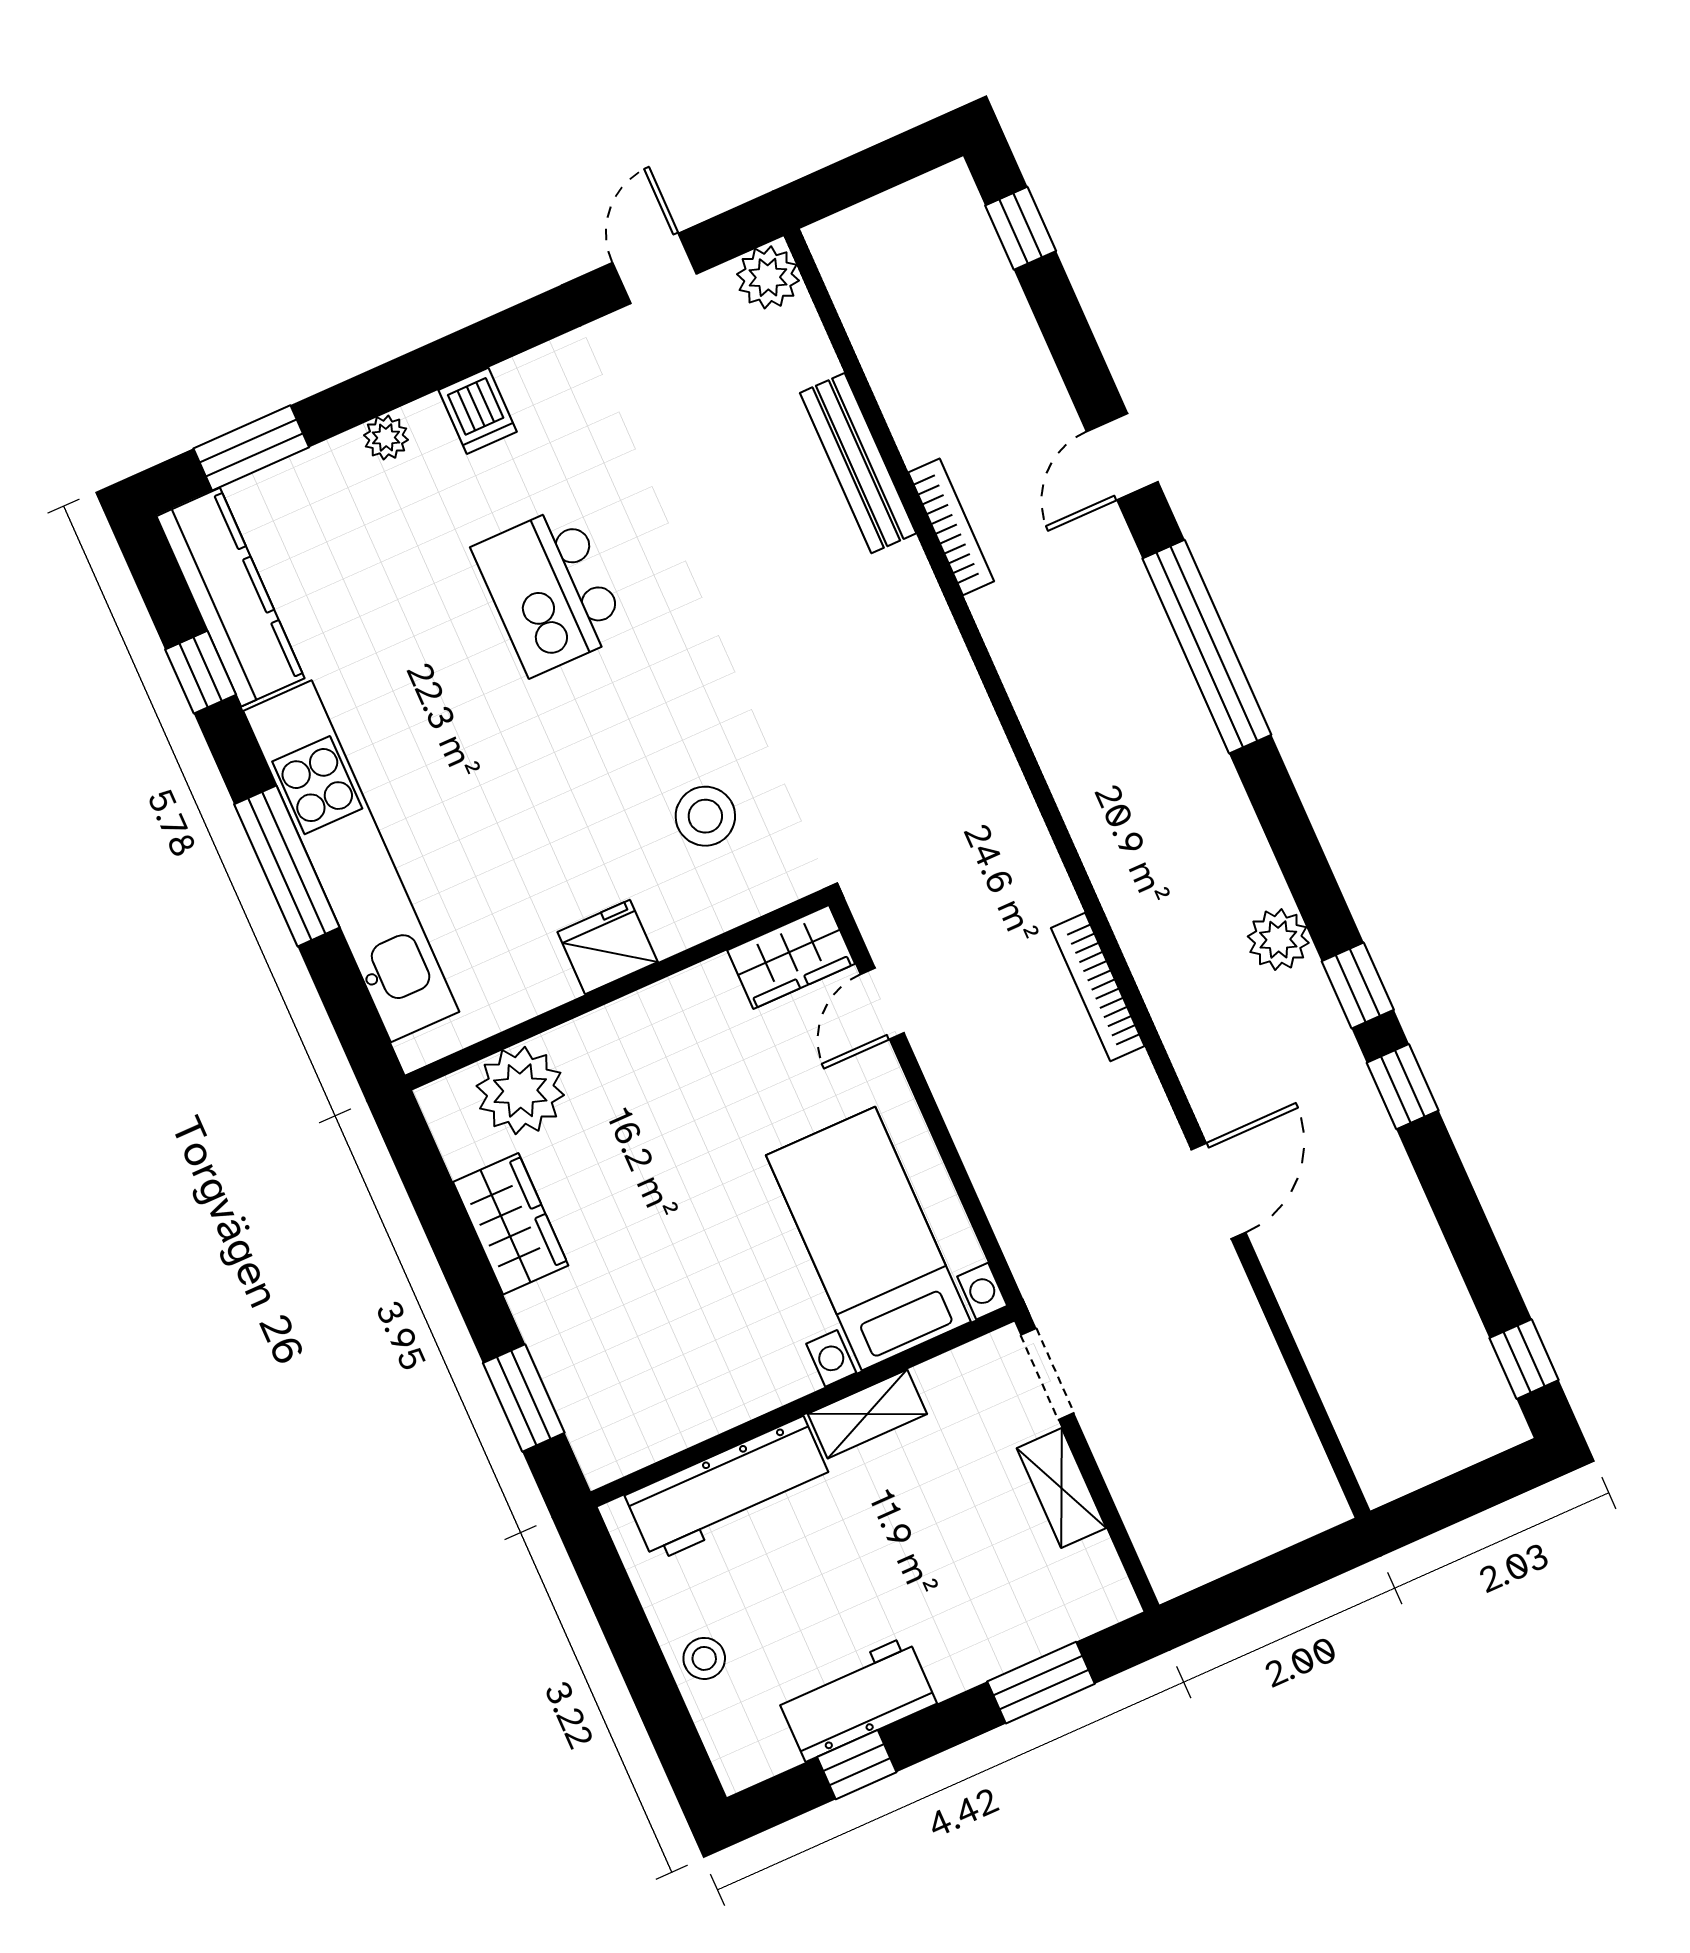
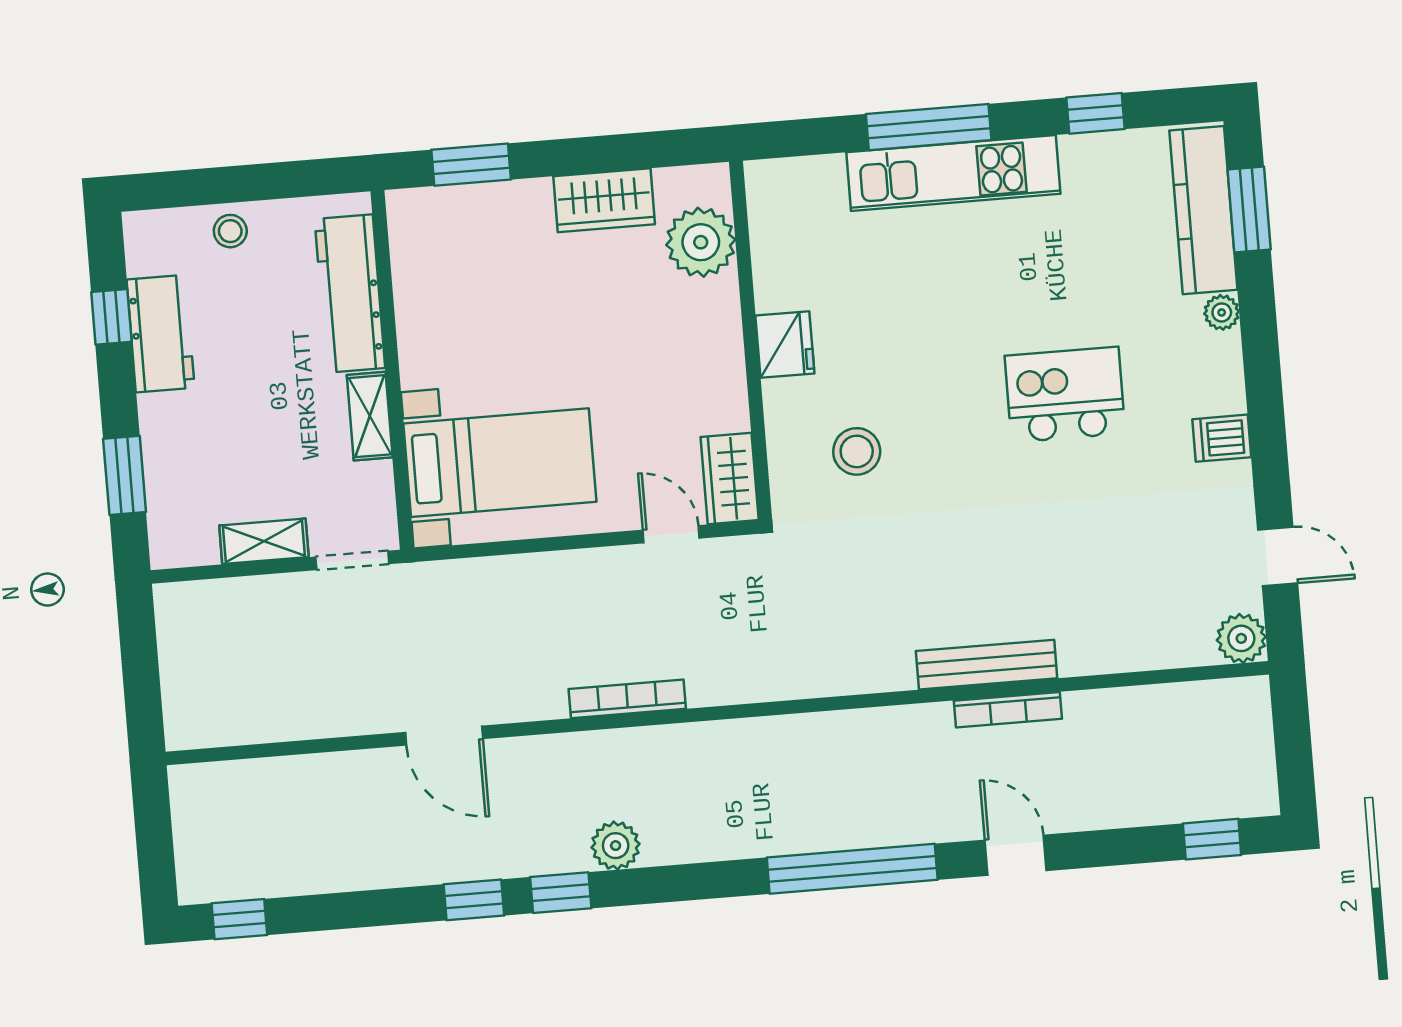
dishwasher: (478, 411) -> (1222, 438), moved
bench: (858, 463) -> (987, 665), moved
kitchen counter: (231, 597) -> (1203, 210), moved, turned 90
kitchen unit: (351, 861) -> (953, 173), width x0.73

